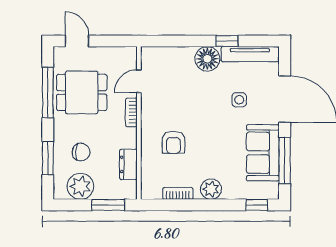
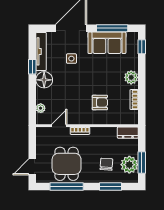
plant: (165, 53) -> (41, 108), added
door: (139, 81) -> (59, 126), swing flipped
dresser: (128, 164) -> (128, 133), moved
window: (108, 205) -> (142, 162), moved

